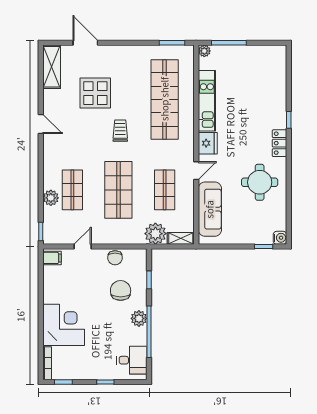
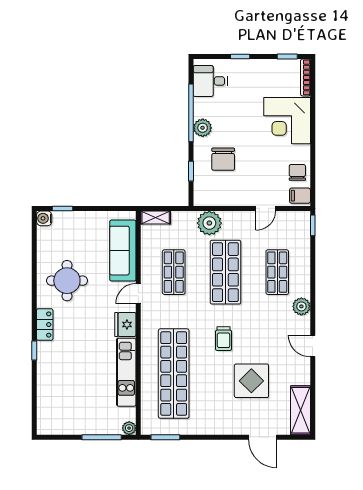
plant: (51, 198) -> (301, 306), moved
plant: (155, 234) -> (209, 223), moved
chair: (115, 258) -> (297, 172), moved

